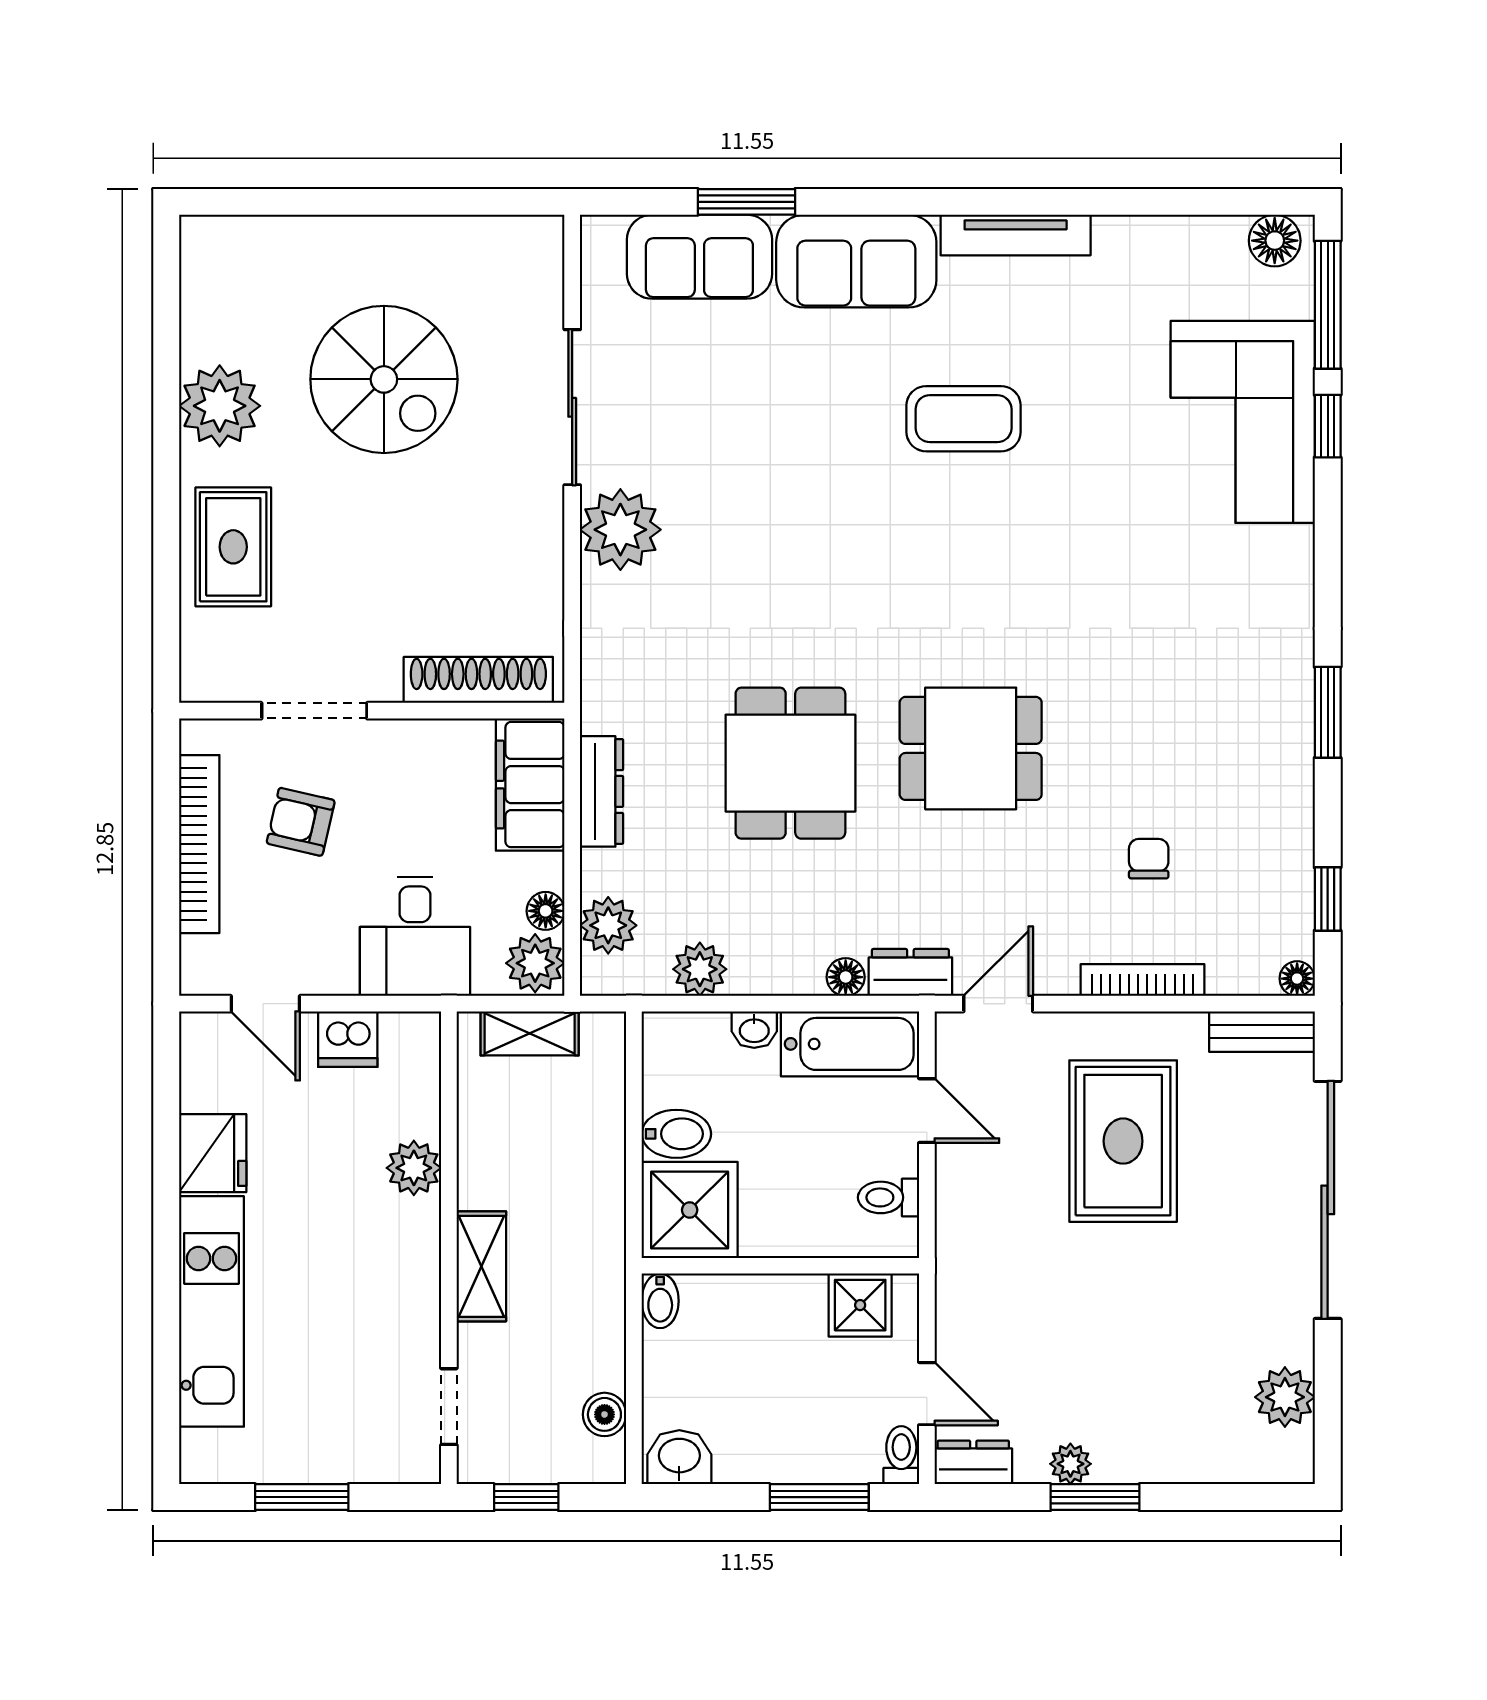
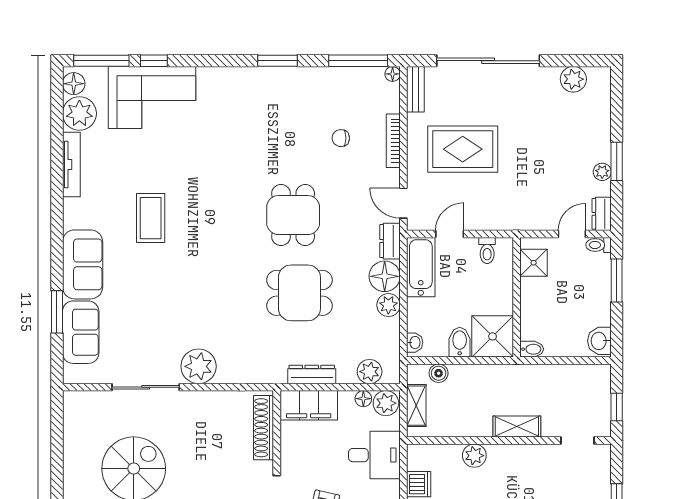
tv unit: (1016, 235) -> (71, 165), moved
plant: (1206, 254) -> (79, 113), added
window: (1328, 899) -> (358, 61), width x2.17
plant: (700, 969) -> (388, 305), moved
floor lamp: (846, 977) -> (385, 276), width x1.89, depth x1.89
washbasin: (754, 1030) -> (415, 343), moved
boiler: (604, 1414) -> (439, 373), moved

